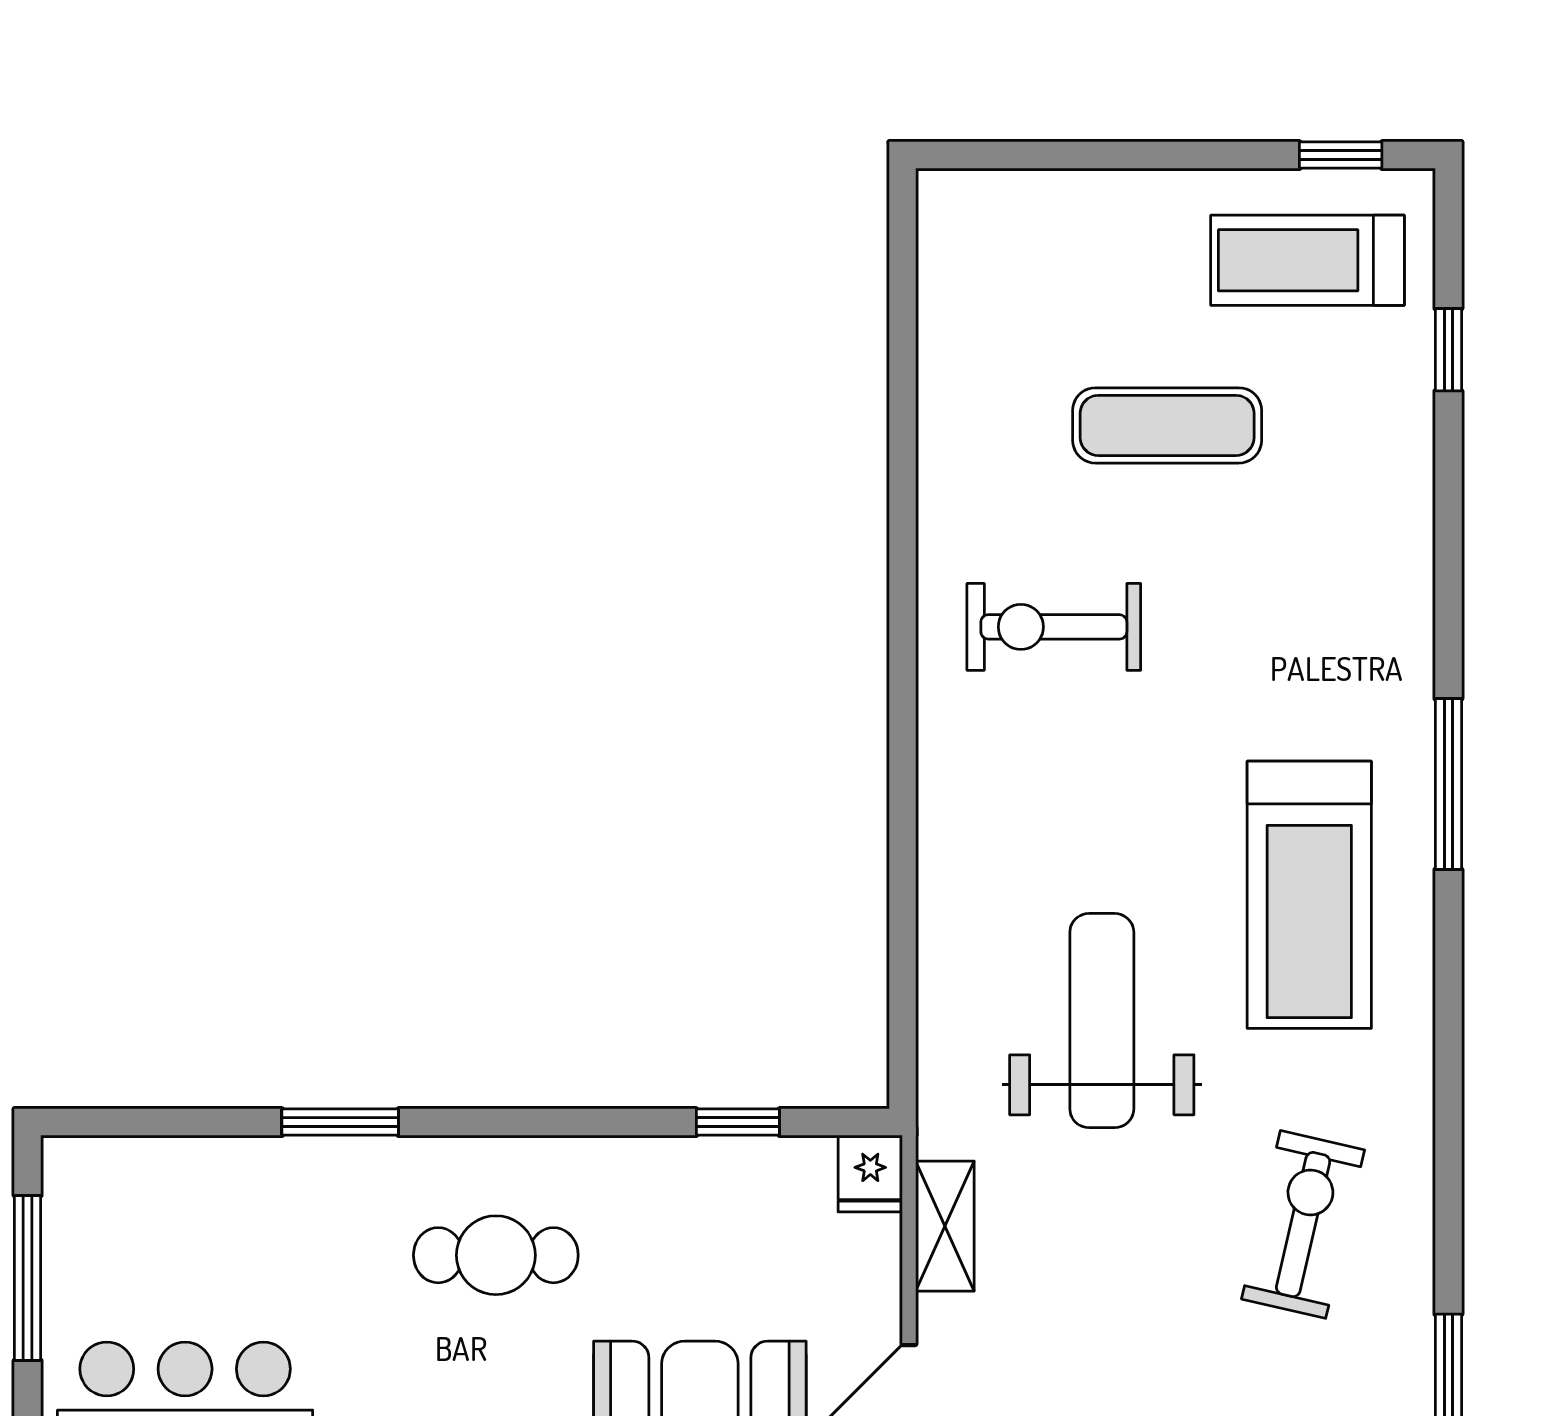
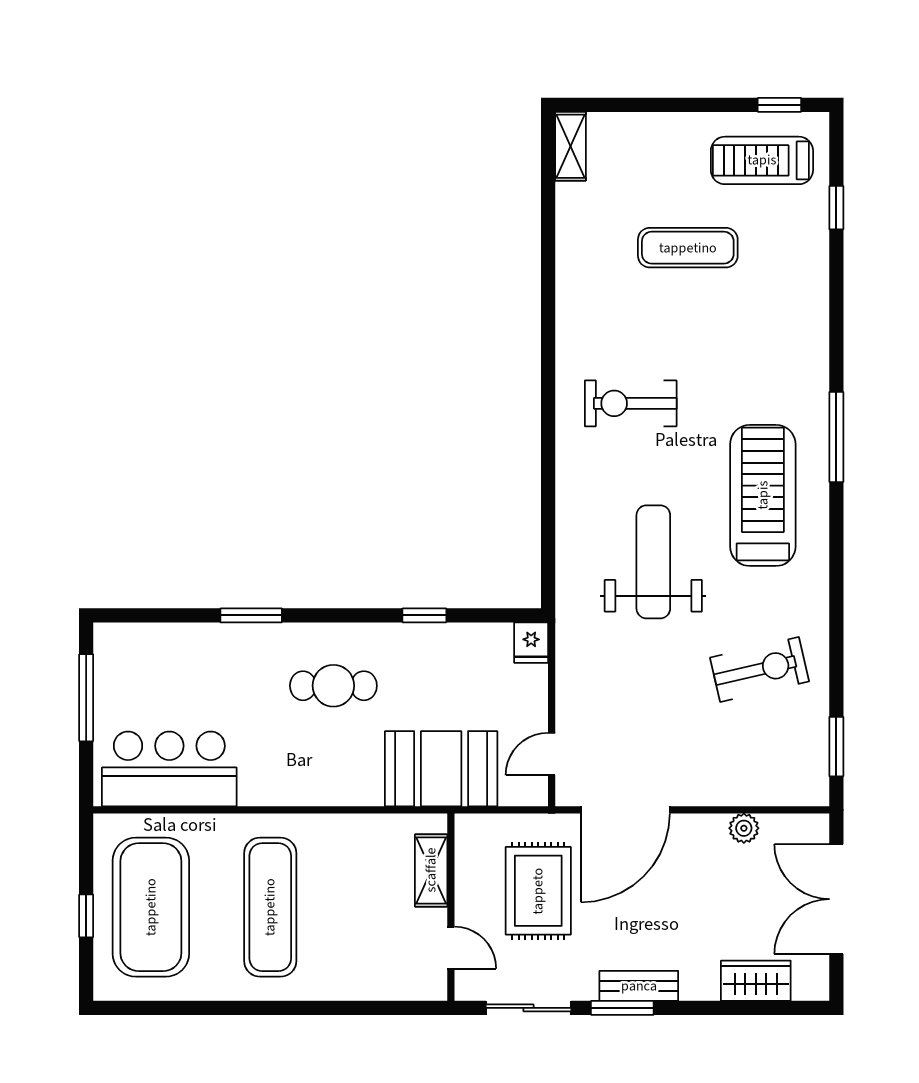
exercise bike: (1054, 627) -> (631, 403), moved
treadmill: (1309, 895) -> (763, 495), turned 180
window: (738, 1122) -> (424, 615), moved
exercise bike: (1303, 1224) -> (760, 669), turned 64
shelving: (945, 1226) -> (570, 146), moved

